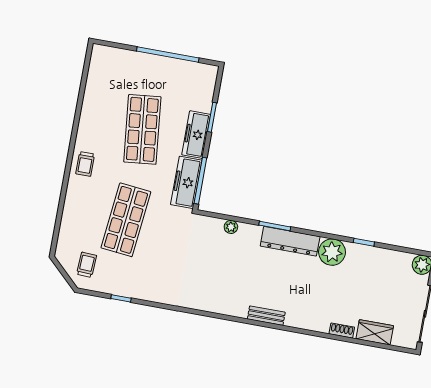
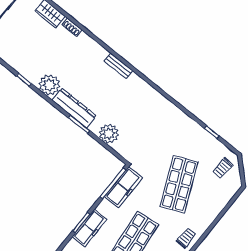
freezer: (196, 135) -> (90, 228), moved
shop shelf: (126, 220) -> (179, 184), turned -30
plant: (231, 227) -> (109, 134), width x1.88, depth x1.88

